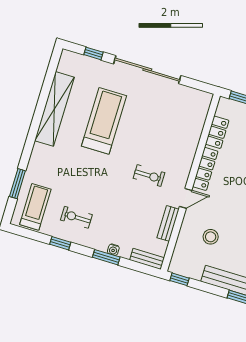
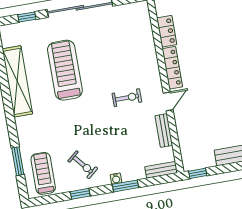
exercise bike: (76, 217) -> (83, 165), turned -130
stool: (211, 237) -> (206, 124), removed
water cooler: (113, 250) -> (116, 179), moved

